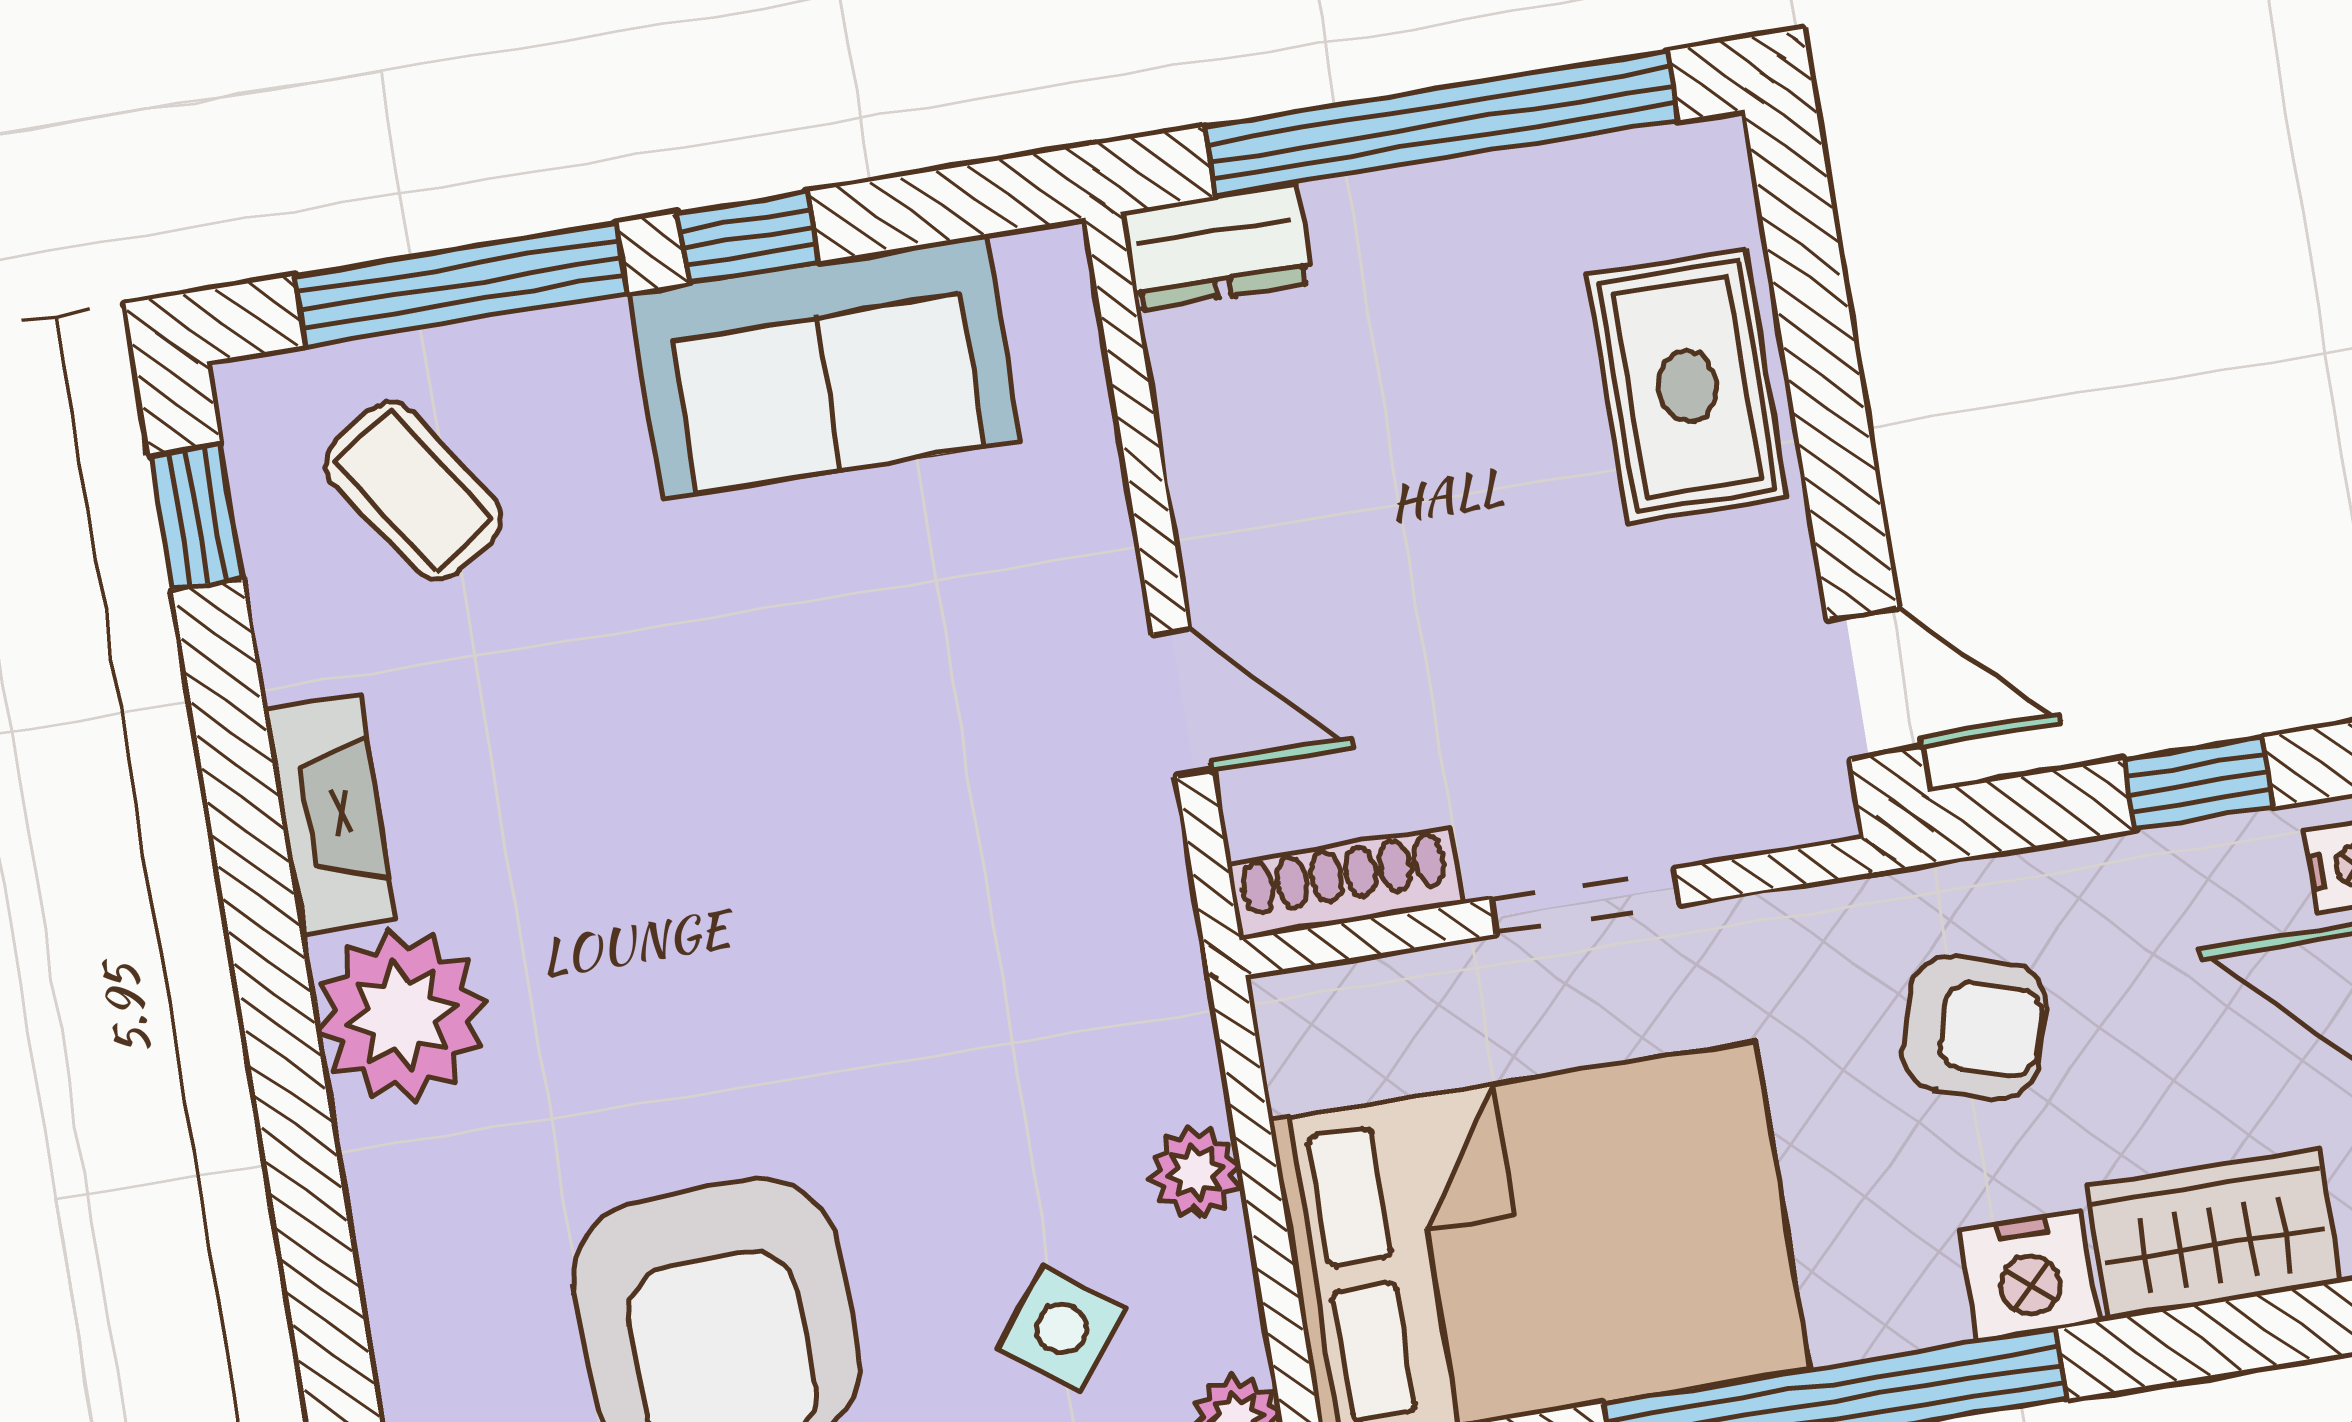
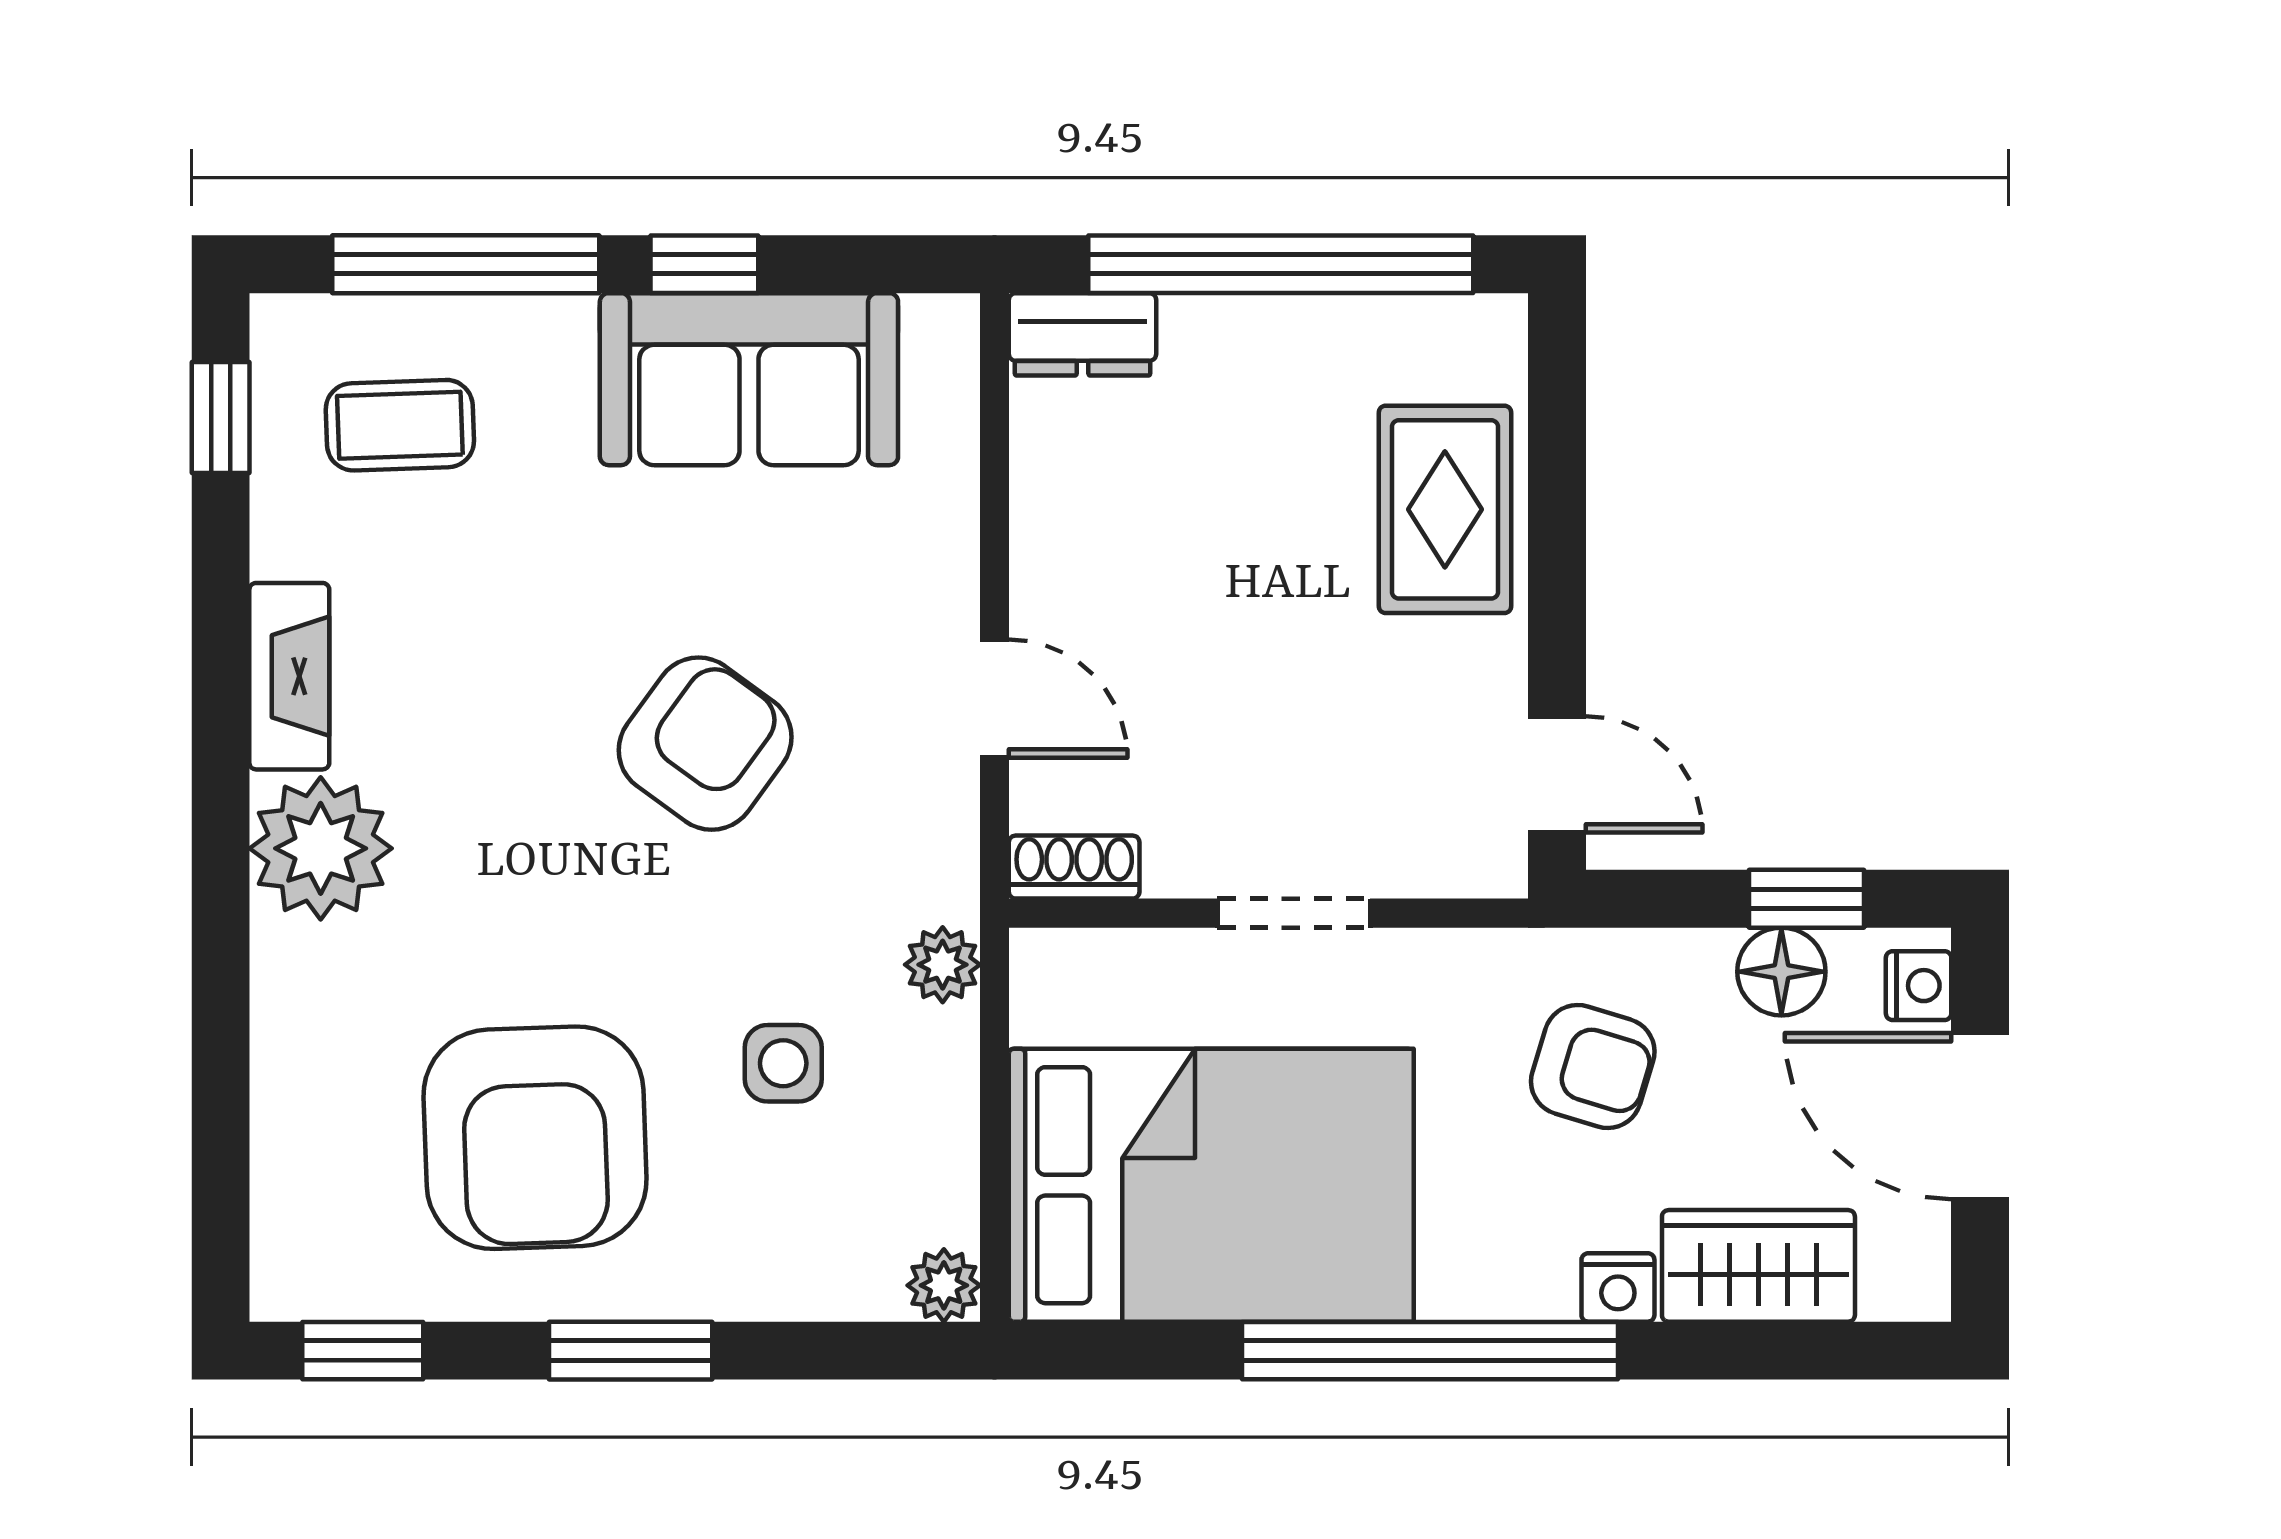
coffee table: (413, 491) -> (400, 425), turned -58
armchair: (843, 814) -> (705, 744), added
floor lamp: (2183, 876) -> (1781, 972), added
shoe rack: (1345, 884) -> (1074, 867), width x0.70
plant: (1195, 1172) -> (943, 965), moved
nightstand: (2029, 1276) -> (1618, 1287), width x0.72, depth x0.74
side table: (1062, 1329) -> (783, 1063), moved, turned -37

